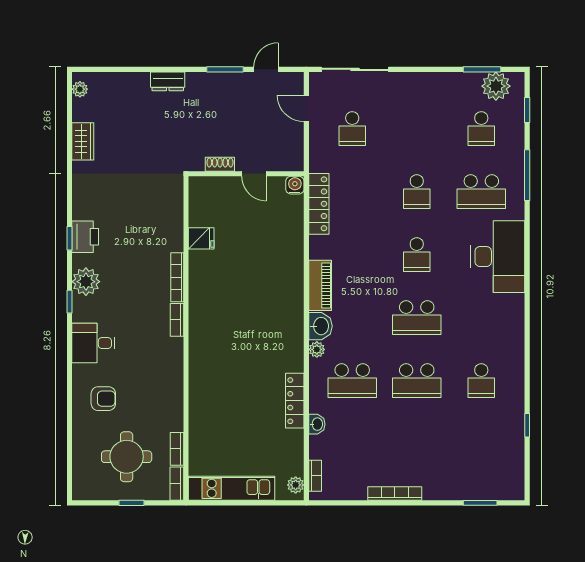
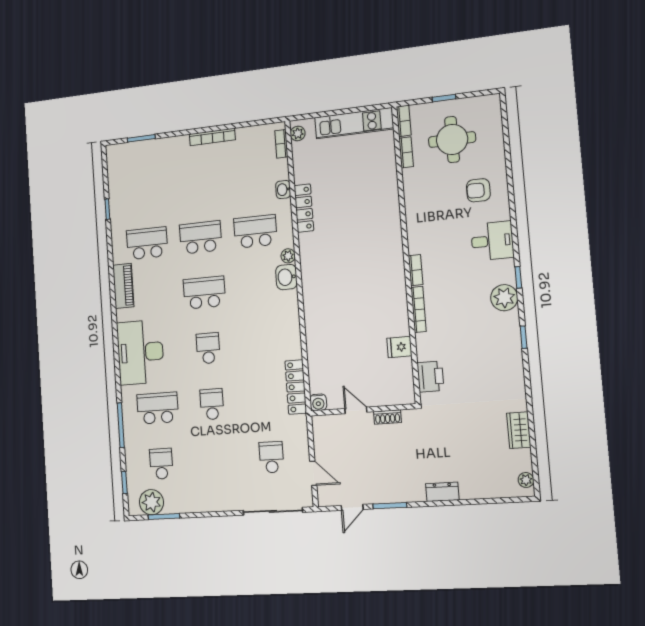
printer: (85, 237) -> (430, 377), moved, turned 180
piano: (320, 285) -> (123, 286), moved, turned 180
school desk: (481, 381) -> (147, 243), width x1.85

